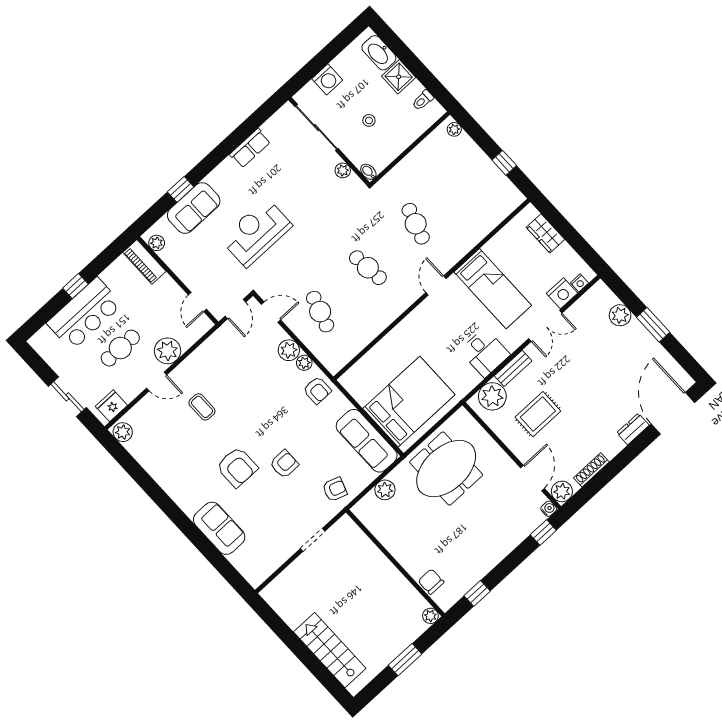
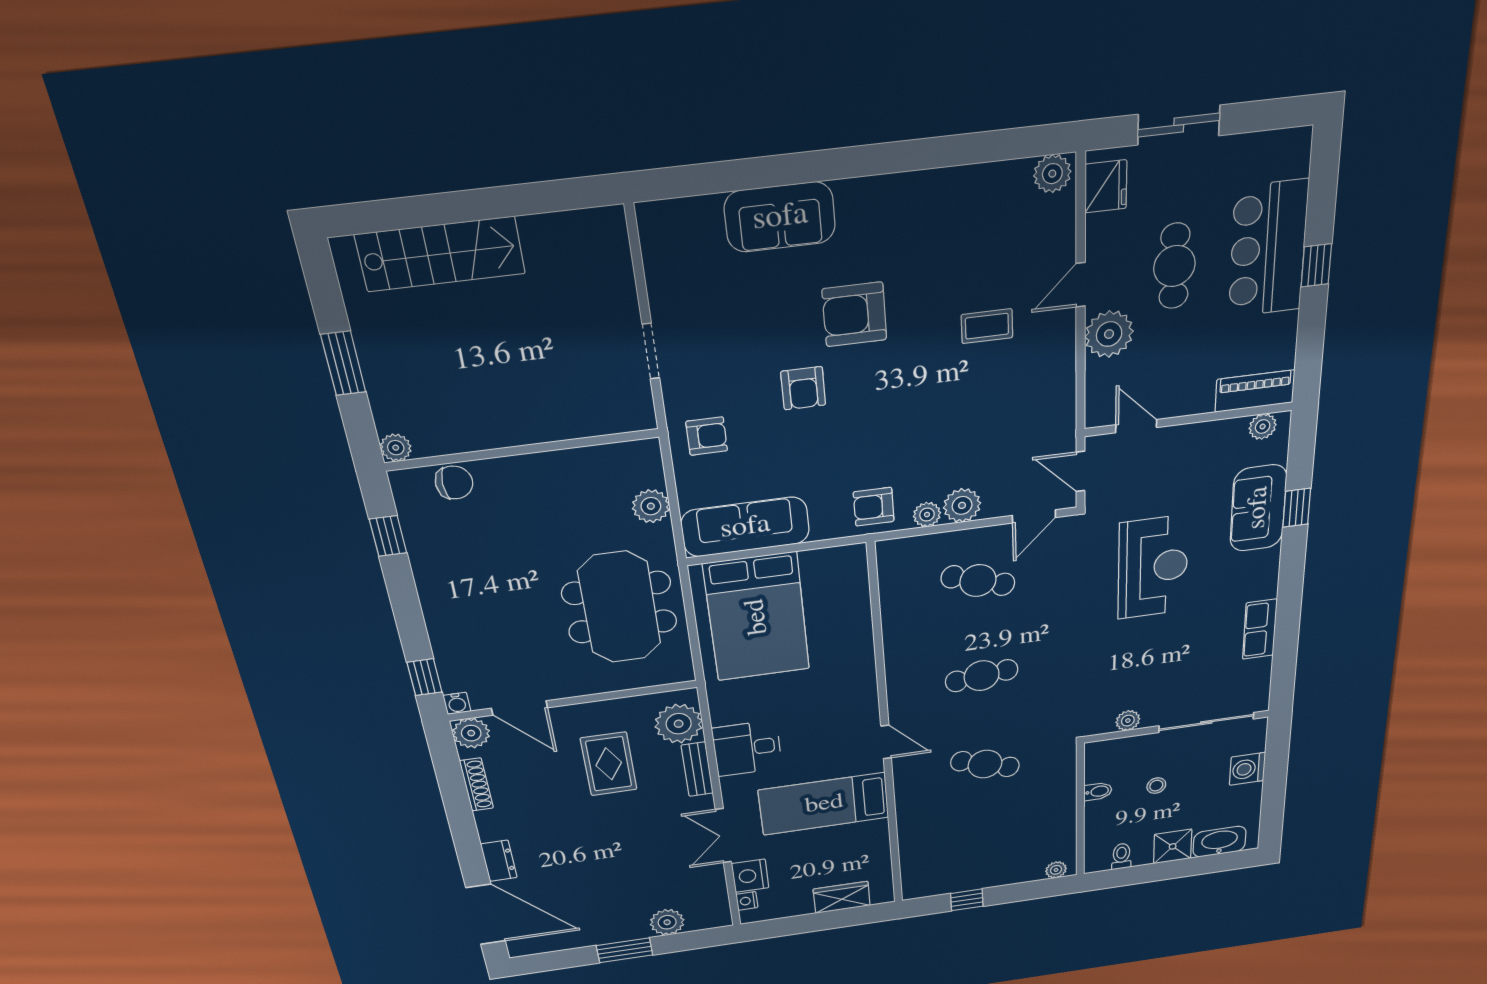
bidet: (368, 172) -> (1098, 791), moved
armchair: (335, 489) -> (707, 436), turned -109

